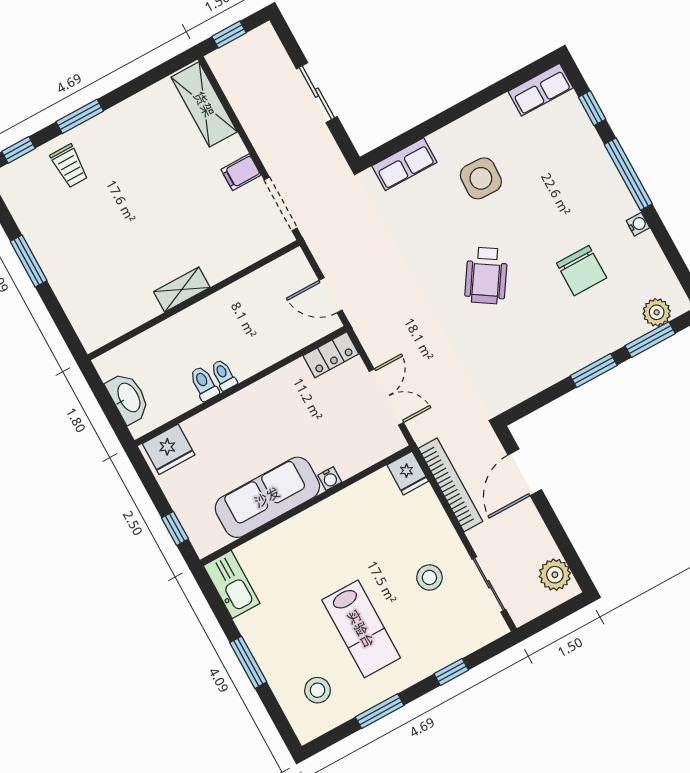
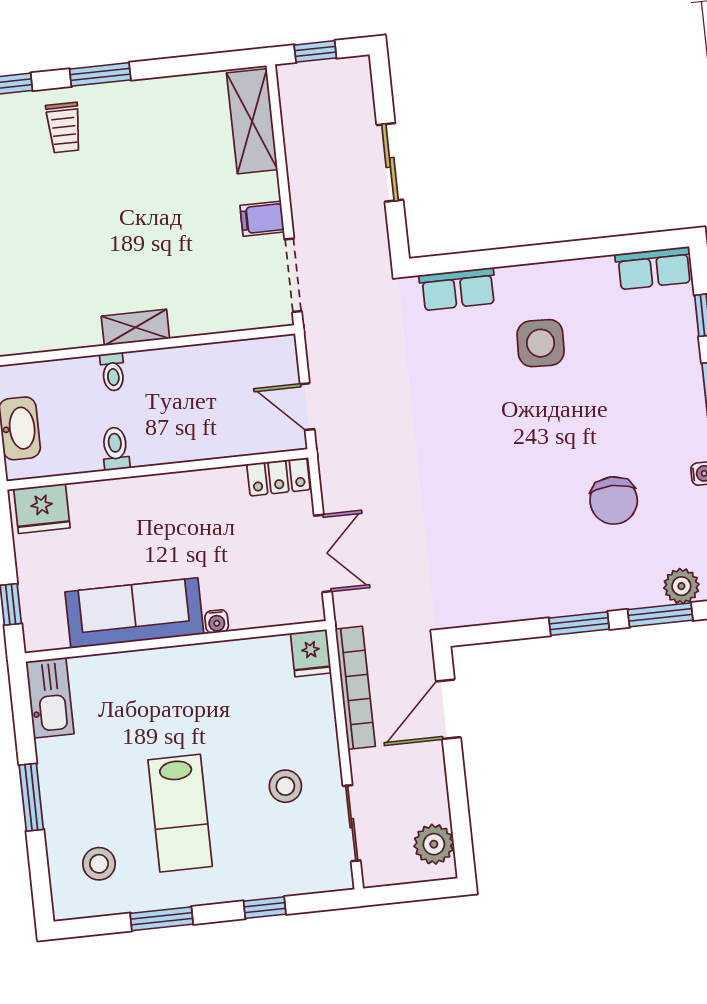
wheelchair: (486, 276) -> (499, 460), removed
toilet: (223, 375) -> (113, 372), moved, turned 180

